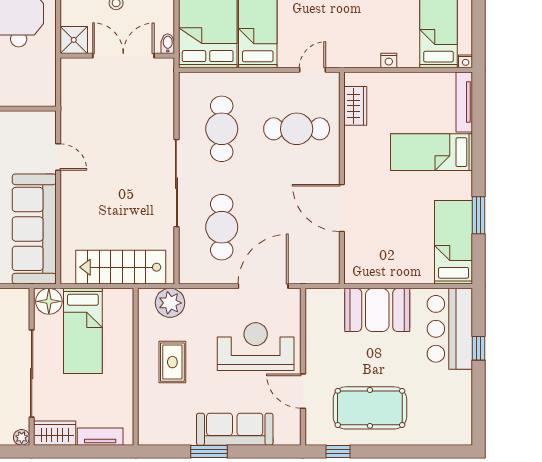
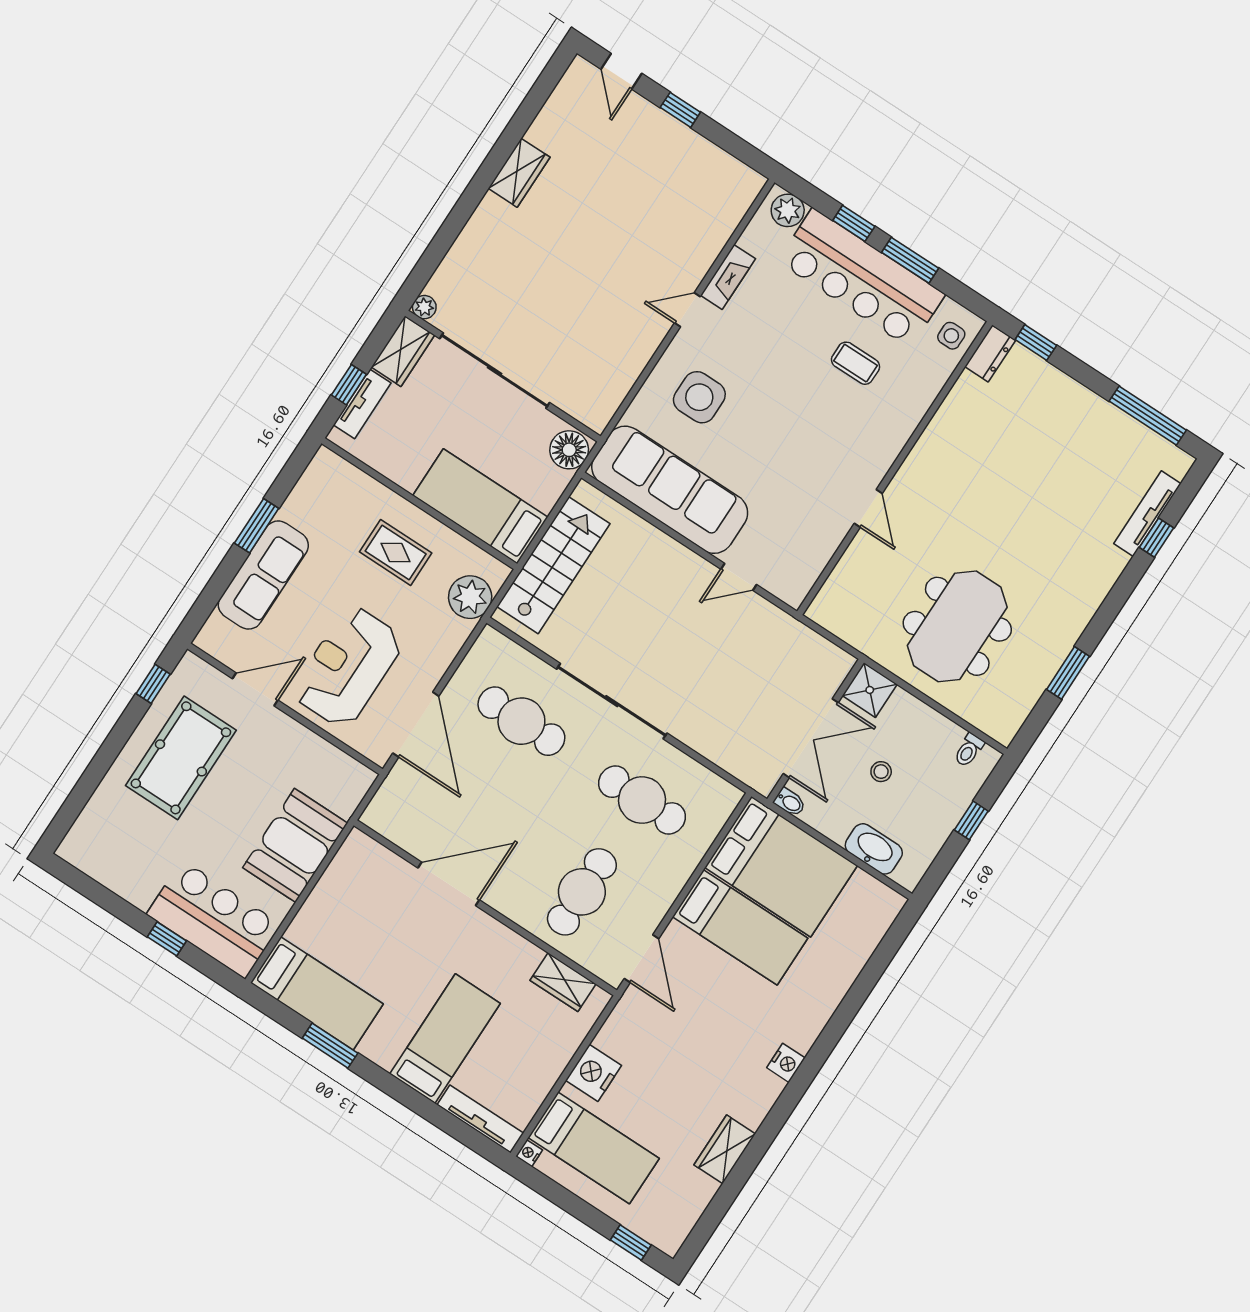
nightstand: (389, 60) -> (593, 1073), width x1.89, depth x1.79
door: (313, 70) -> (641, 959), width x1.38
bed: (83, 331) -> (480, 506), moved
reception desk: (256, 347) -> (348, 667), turned 180
window: (94, 451) -> (349, 385), added

